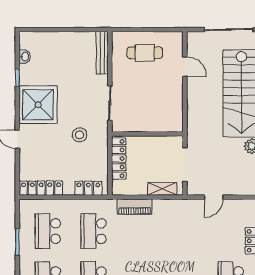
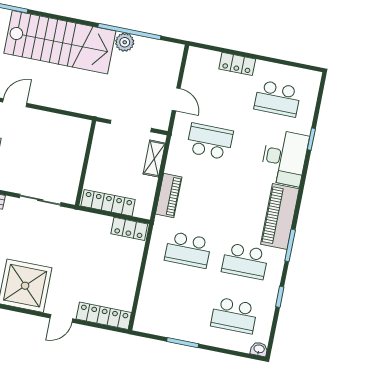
stool: (79, 135) -> (71, 244), removed
locker: (41, 188) -> (104, 316), moved, turned 90
locker: (88, 188) -> (129, 229), moved, turned -90
school desk: (48, 231) -> (210, 141), moved, turned 180

